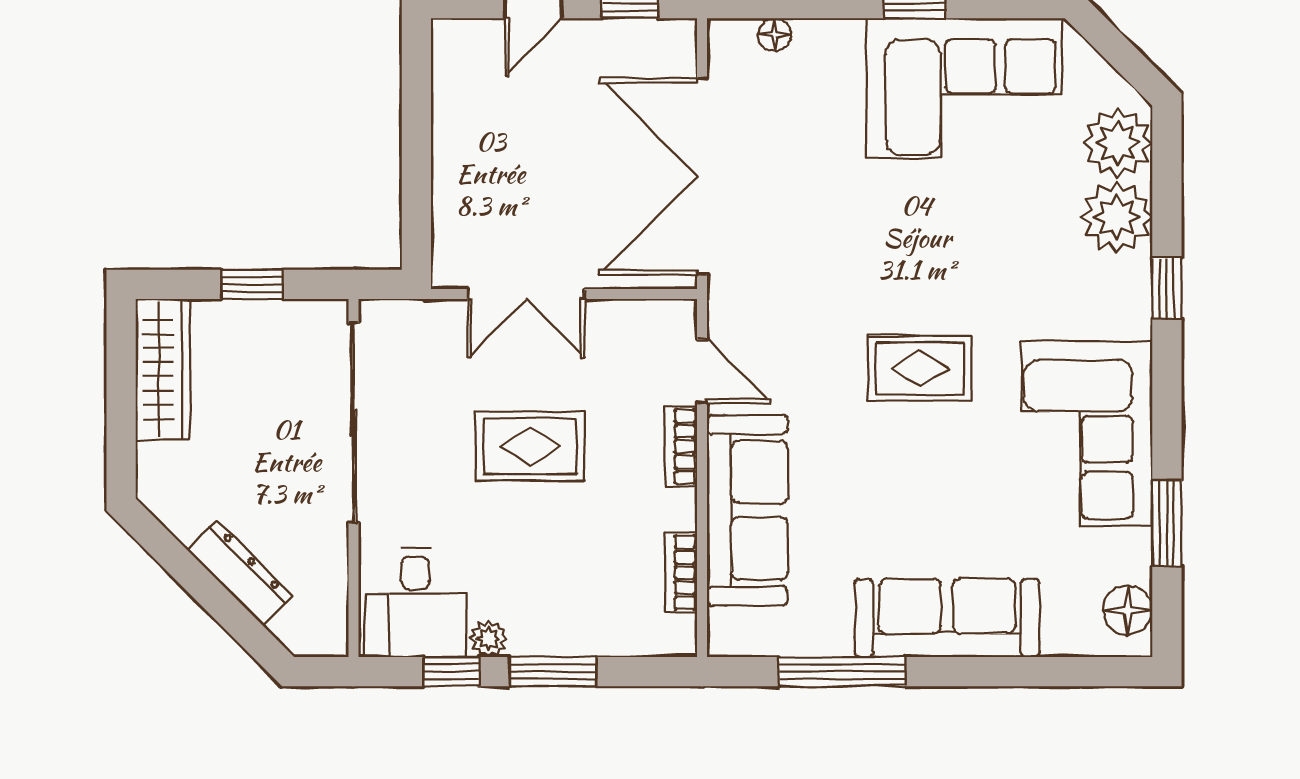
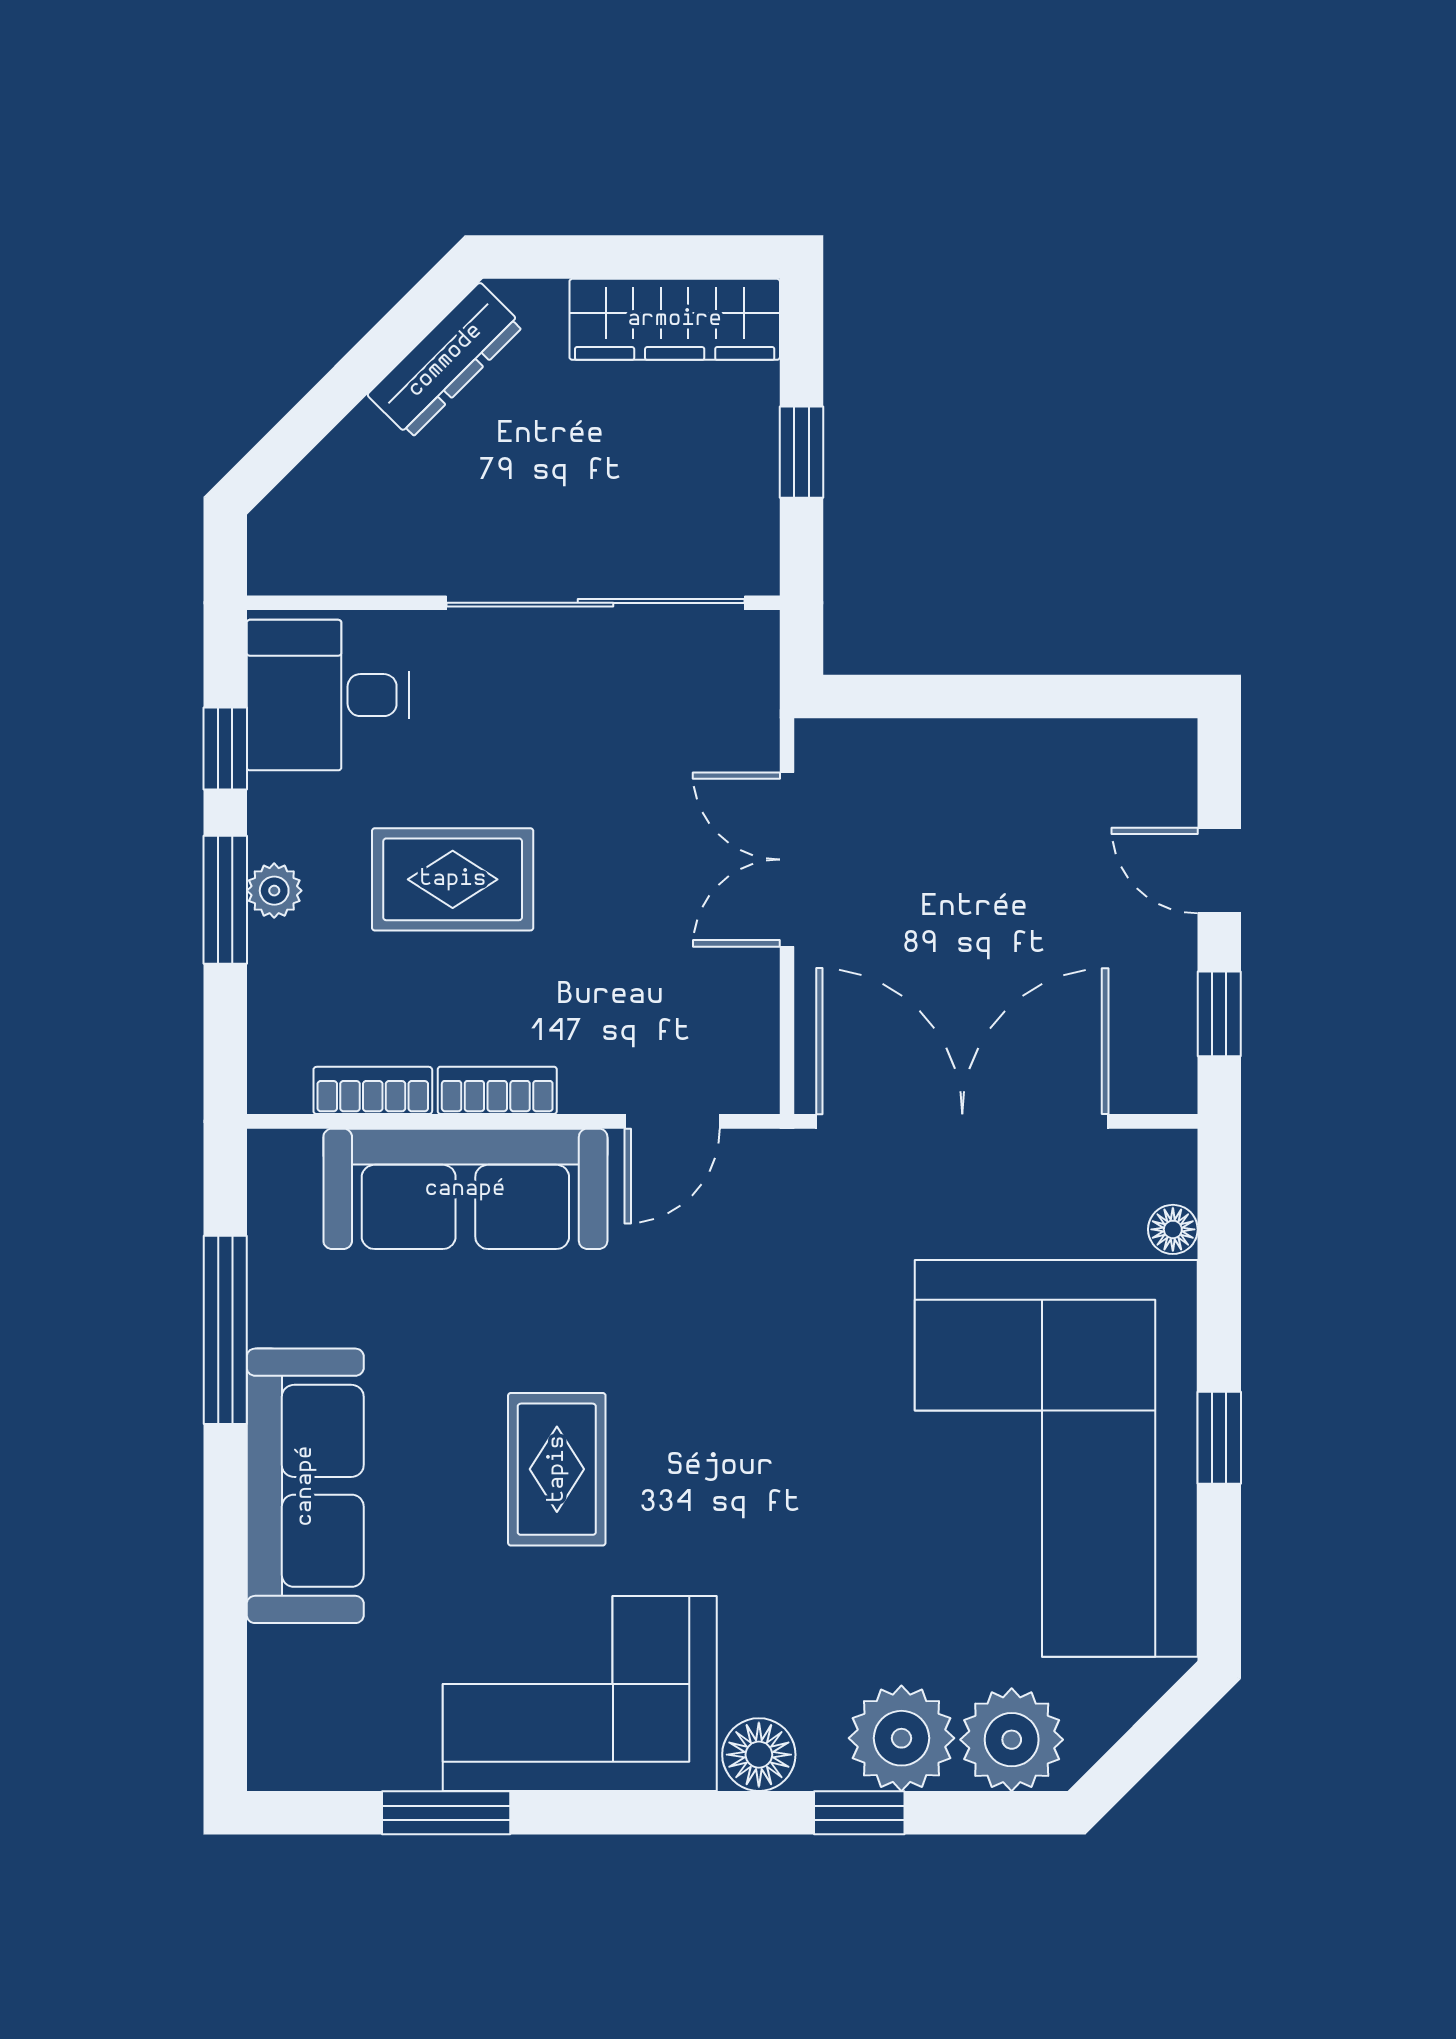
corner sofa: (964, 88) -> (1056, 1458), width x1.36, depth x1.36
window: (1167, 288) -> (859, 1813), moved
rug: (920, 368) -> (557, 1469), moved
rug: (530, 446) -> (453, 879), moved, turned 90
bookcase: (681, 447) -> (497, 1090), moved
dresser: (240, 573) -> (445, 360), moved
floor lamp: (1128, 610) -> (759, 1755), moved
plant: (488, 639) -> (274, 891), moved

